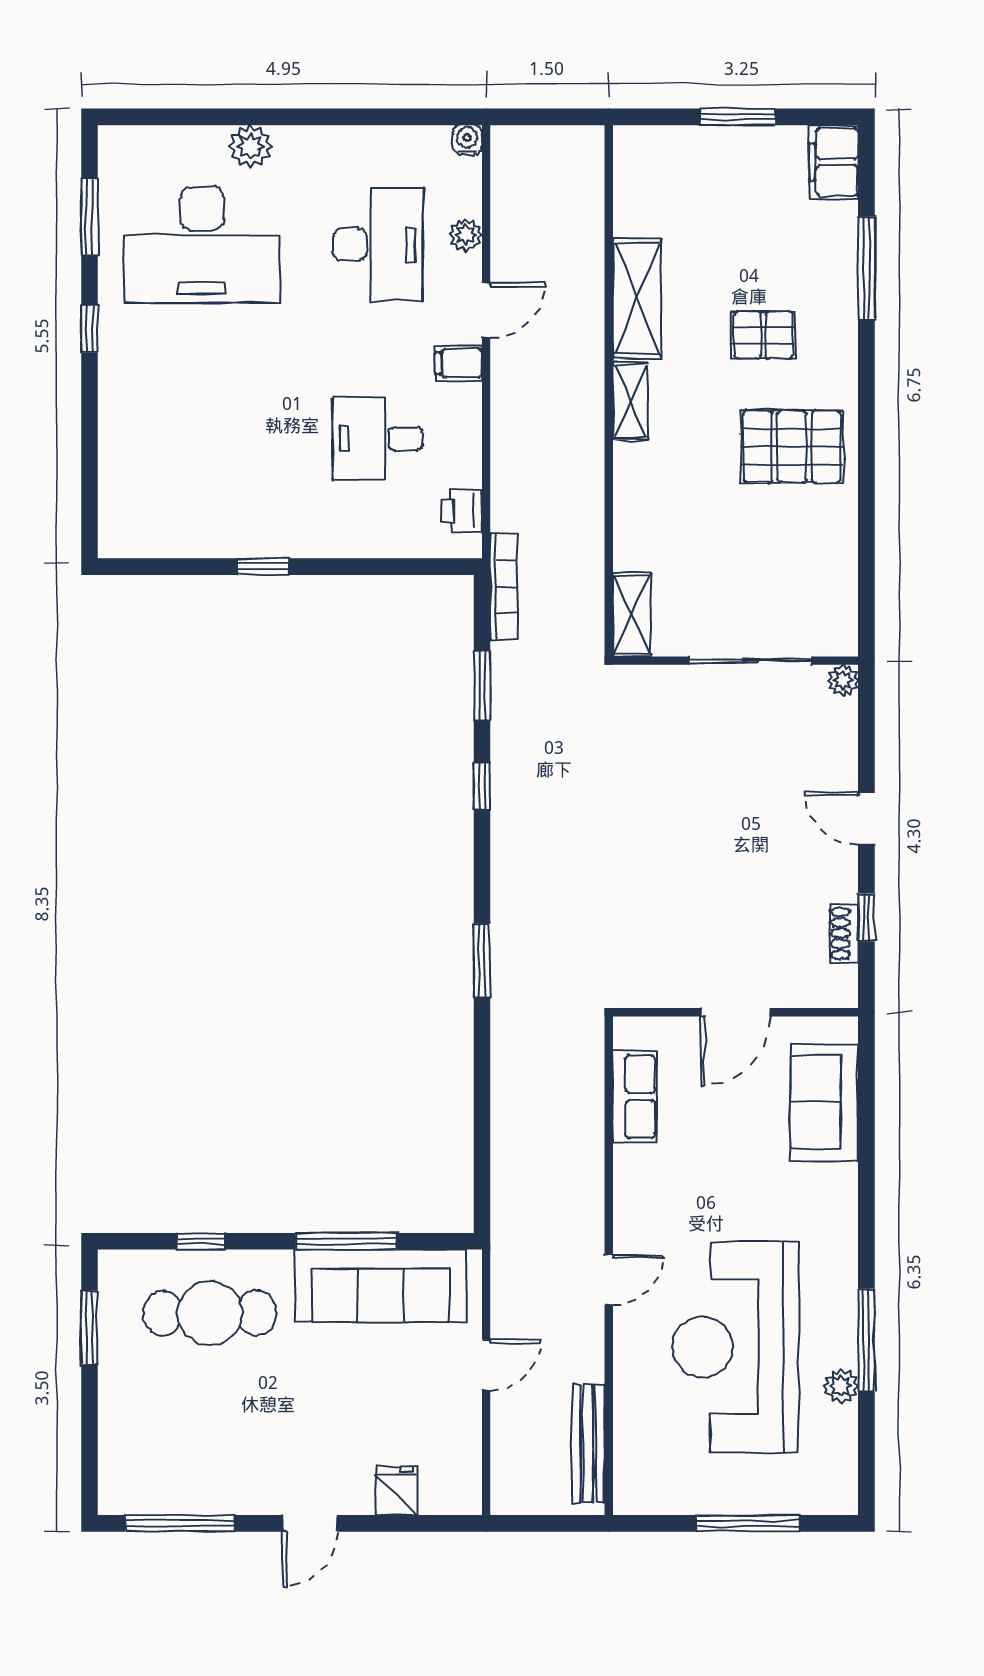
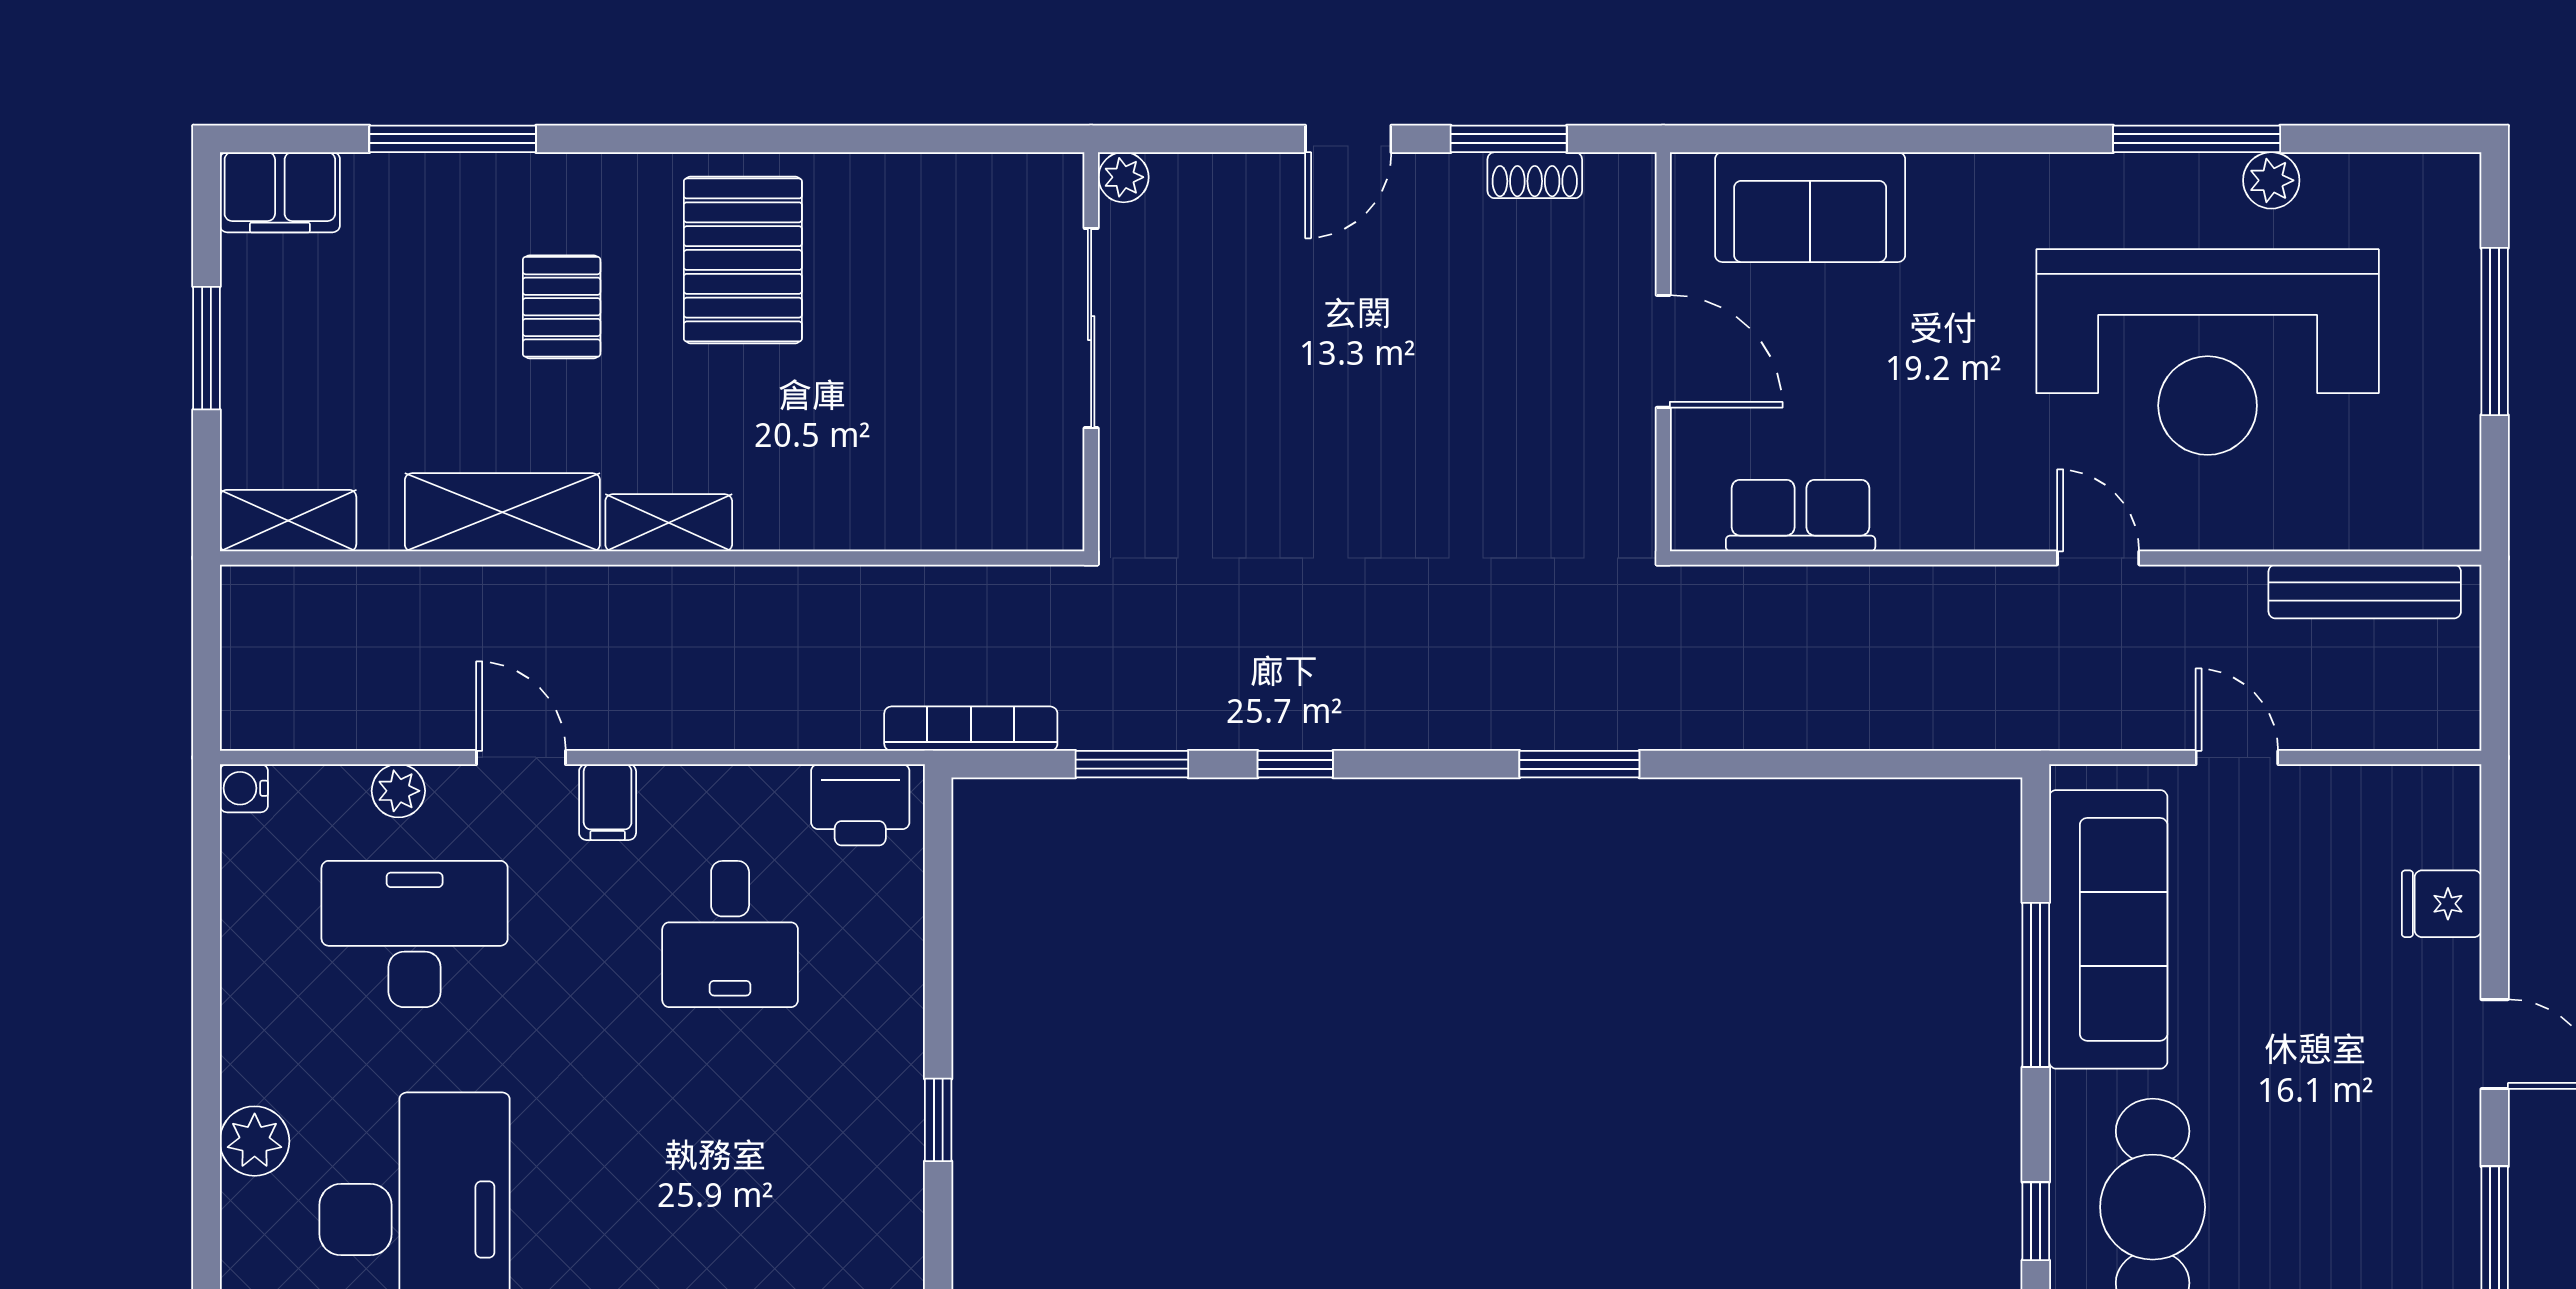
printer: (462, 511) -> (860, 805), width x1.36, depth x1.24
shelving: (632, 615) -> (288, 521), moved
window: (866, 917) -> (1509, 139), width x1.50

